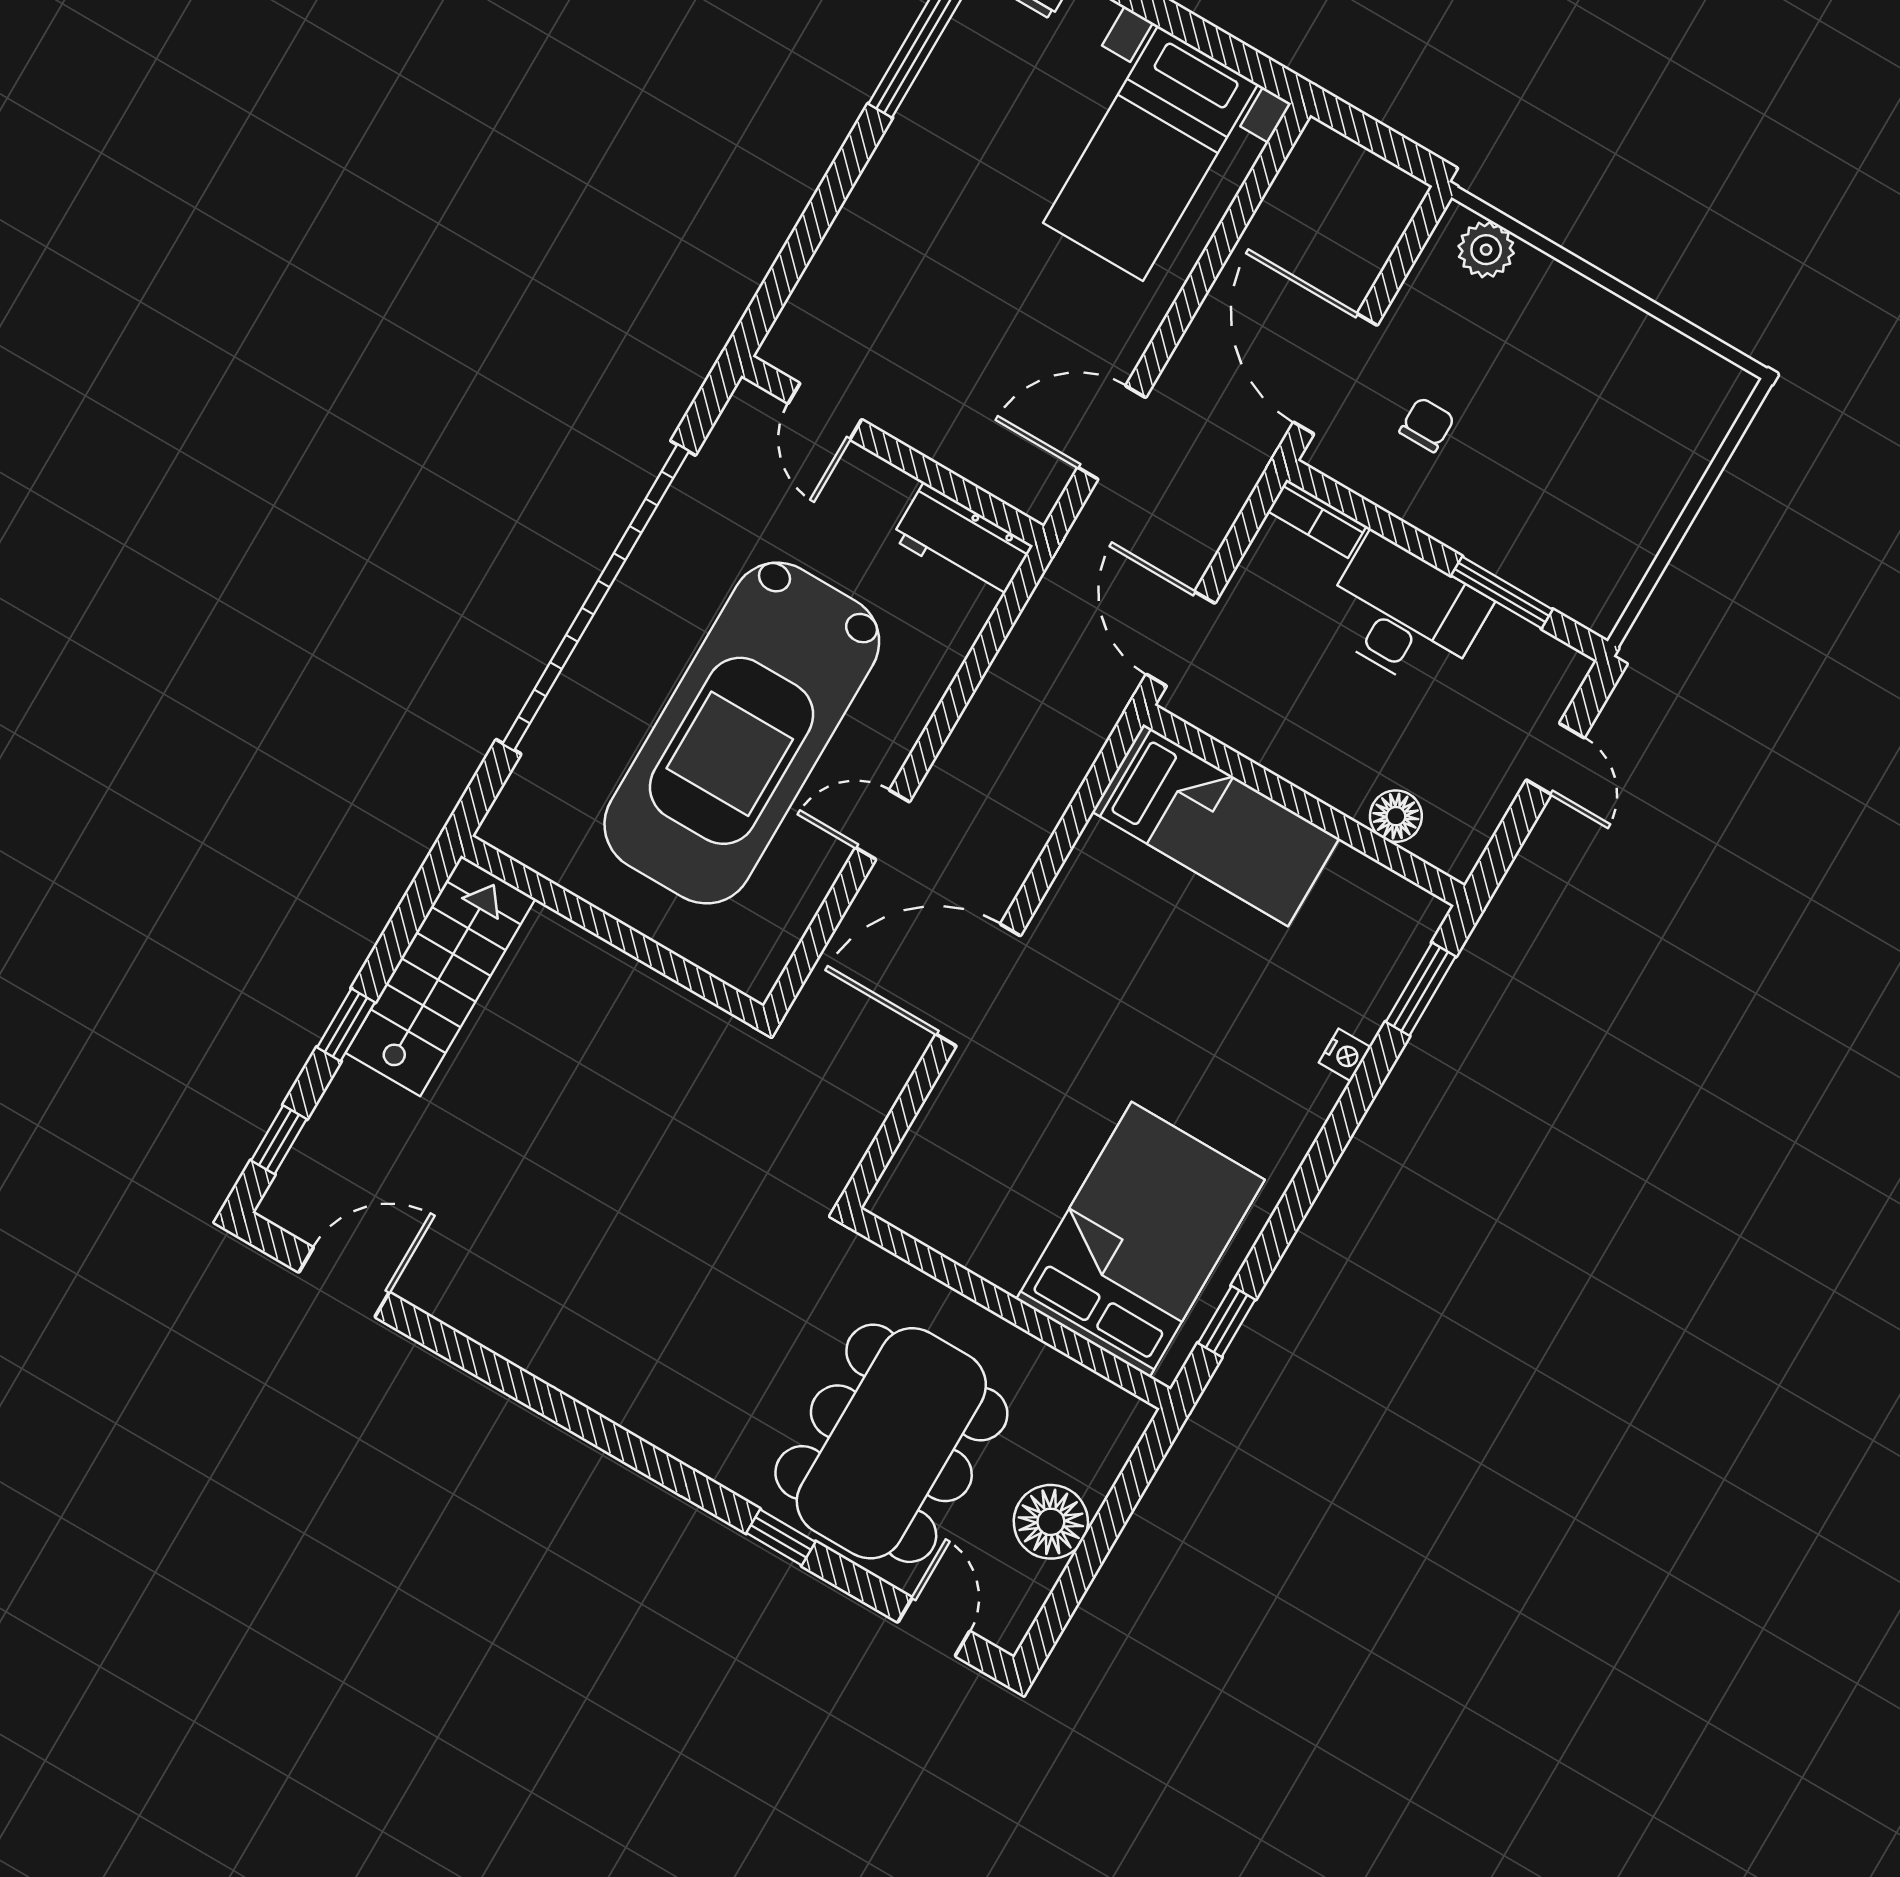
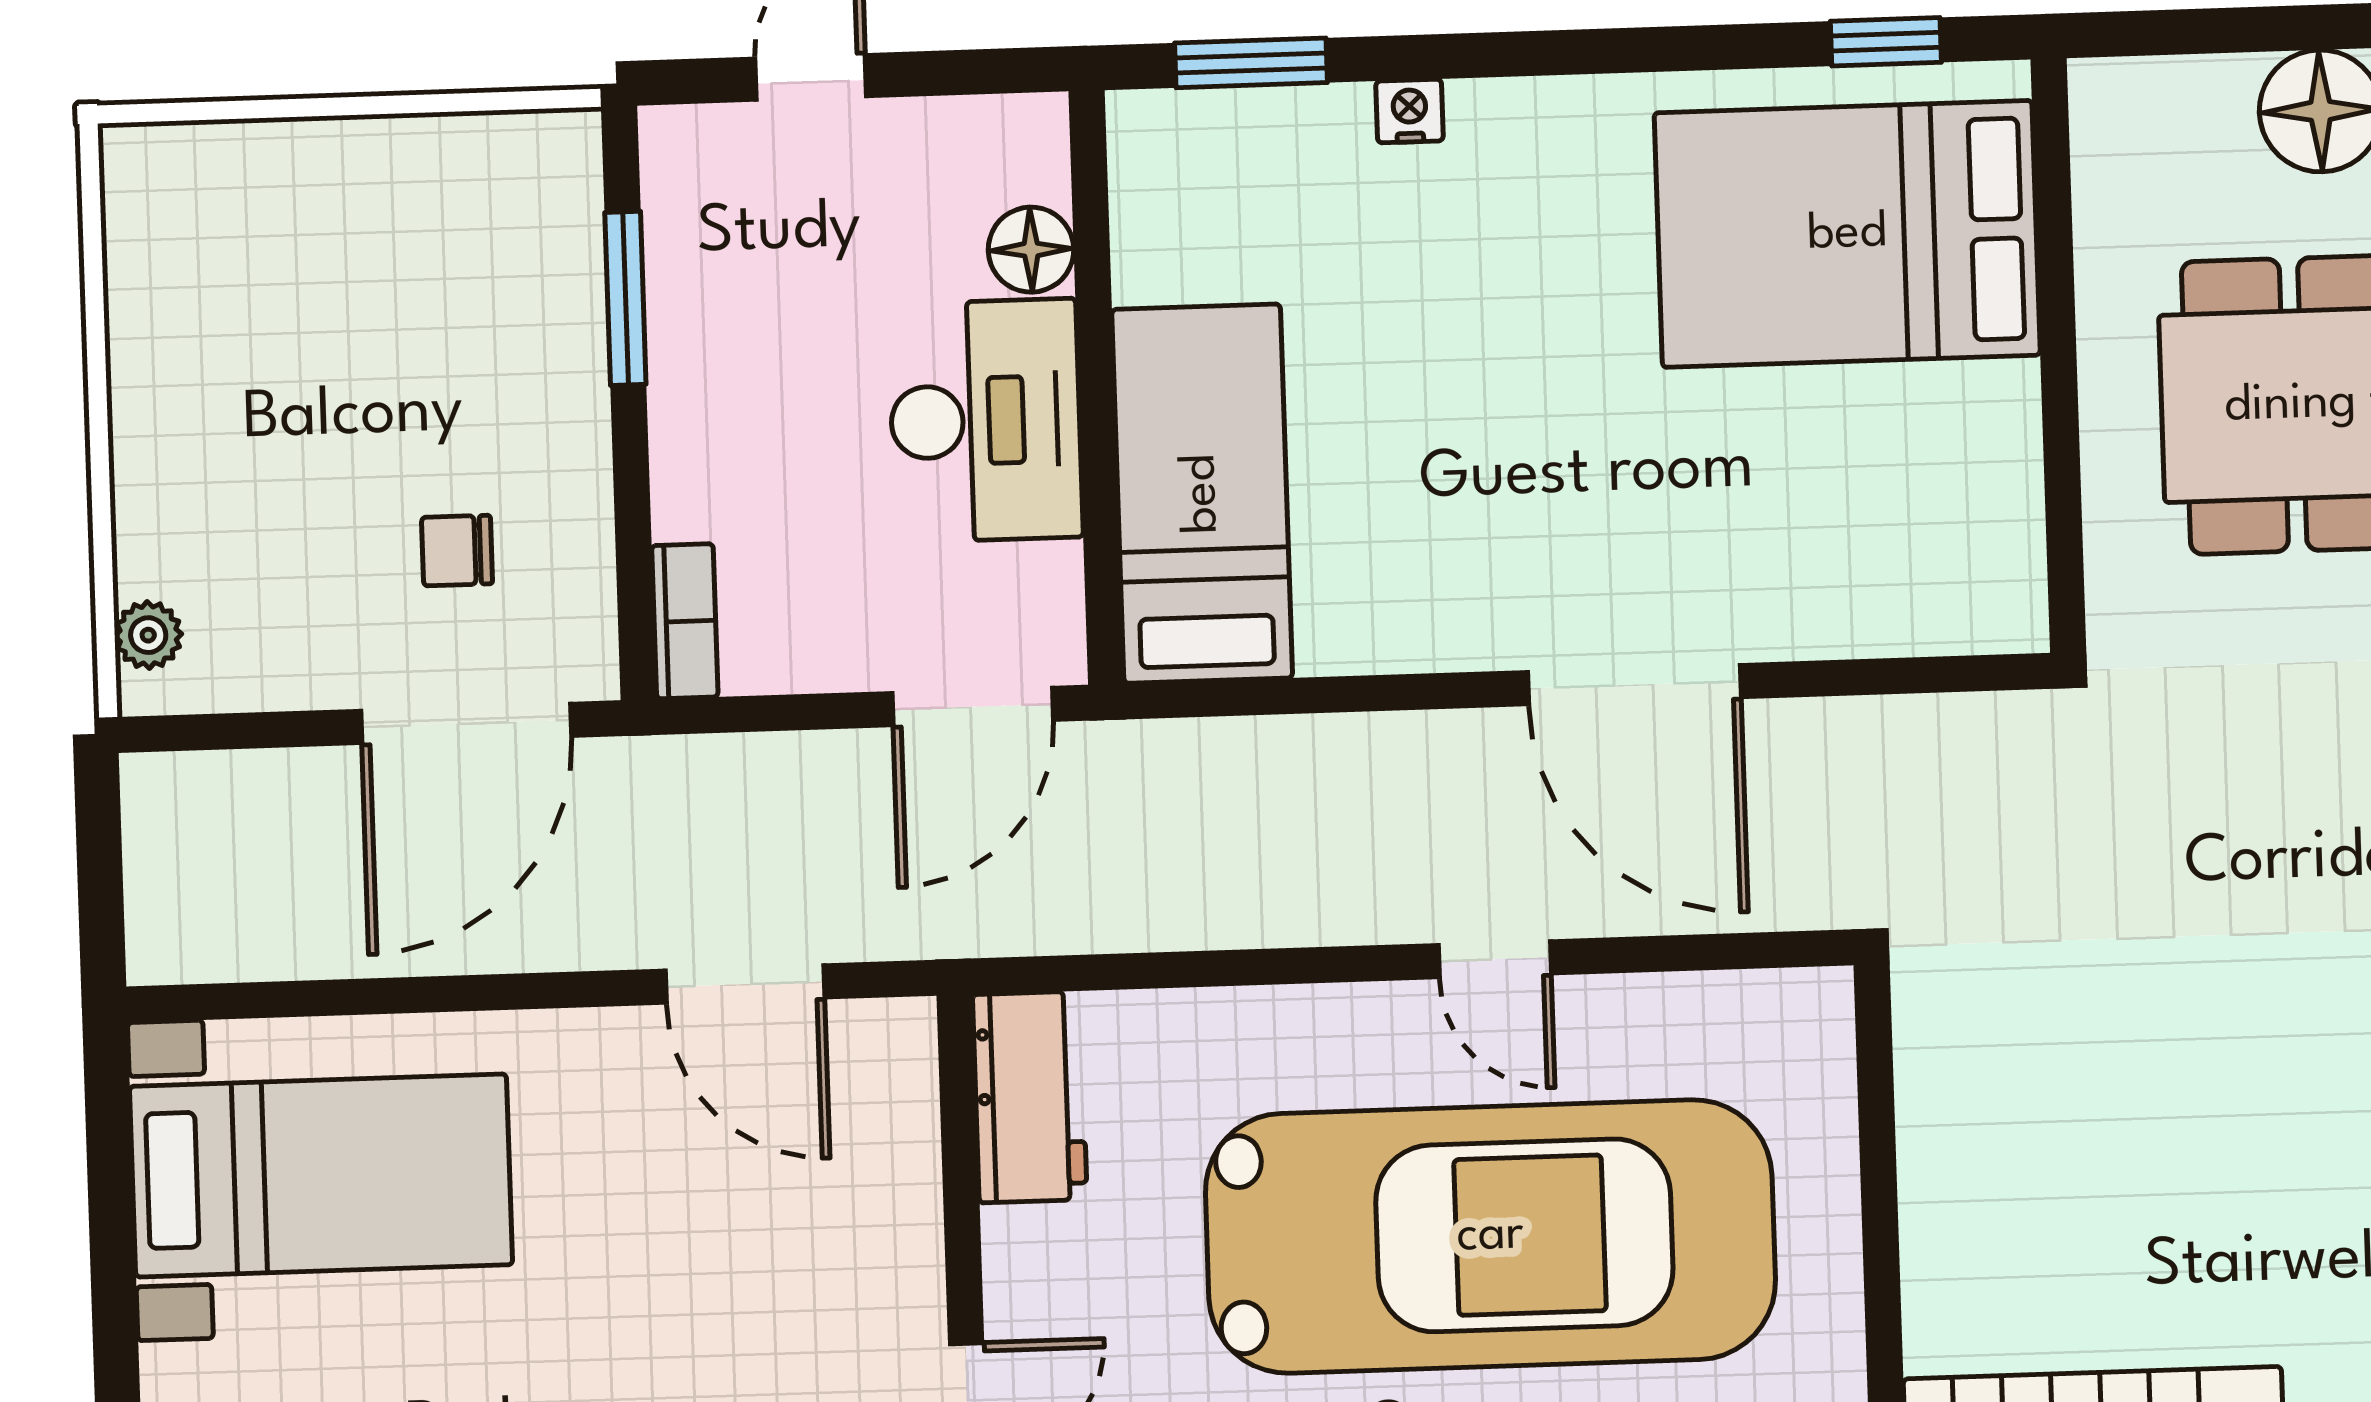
plant: (1486, 250) -> (148, 635), width x0.73, depth x0.73
desk: (1404, 614) -> (985, 421), moved, turned 180

